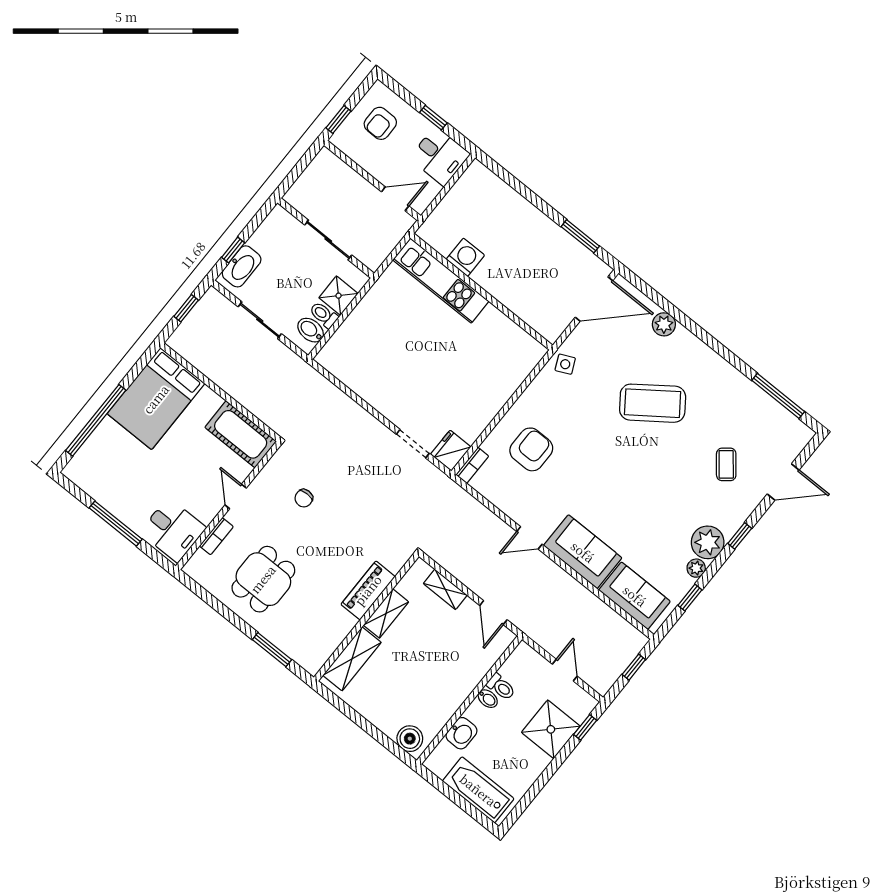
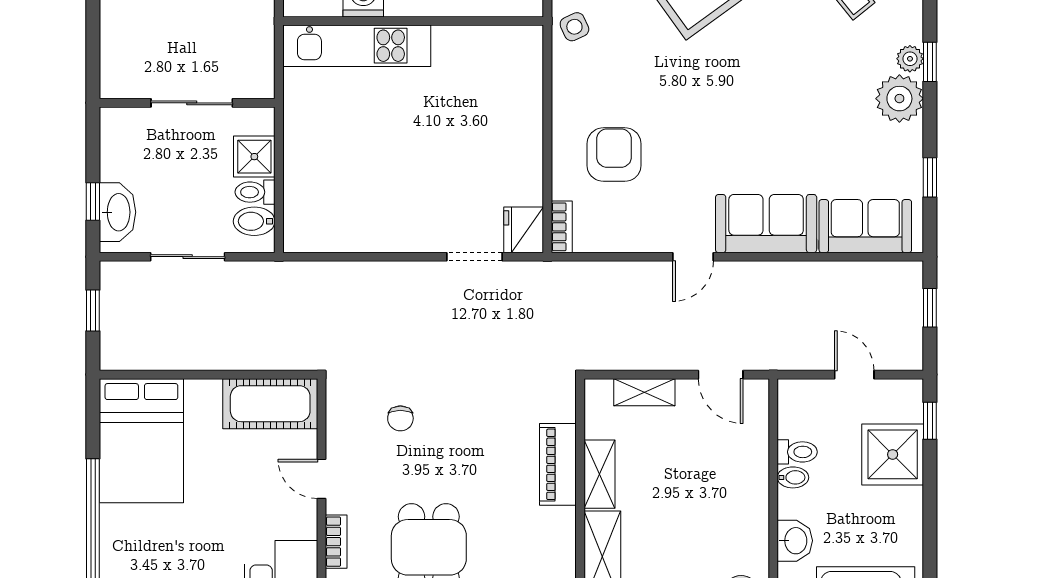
plant: (696, 568) -> (910, 59), moved

